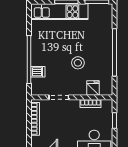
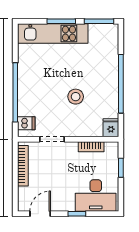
dishwasher: (38, 72) -> (26, 123), moved
fridge: (93, 88) -> (111, 128), moved

